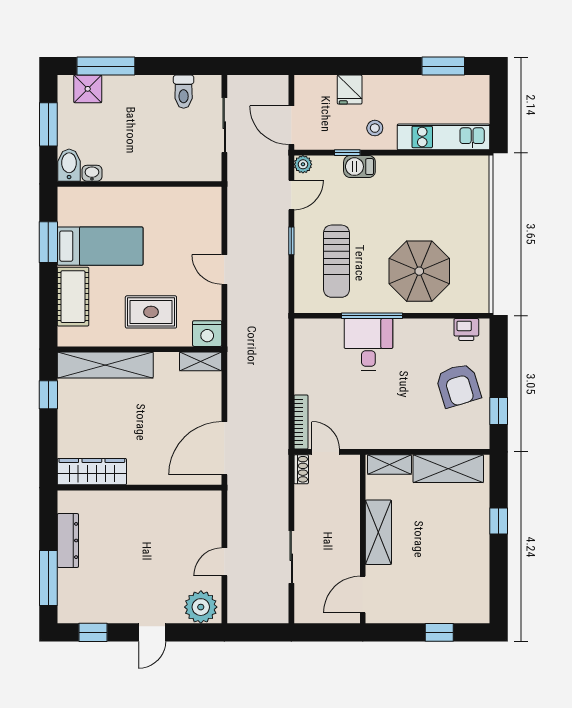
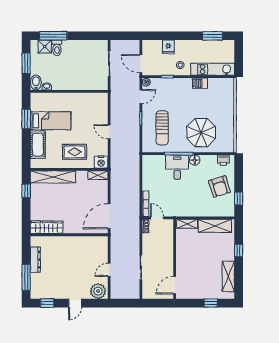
toilet: (184, 92) -> (57, 48), moved
barbecue: (359, 167) -> (200, 83), moved
floor lamp: (405, 329) -> (195, 160), added
shelving: (378, 532) -> (228, 276), moved

